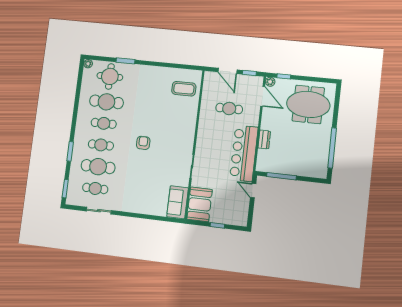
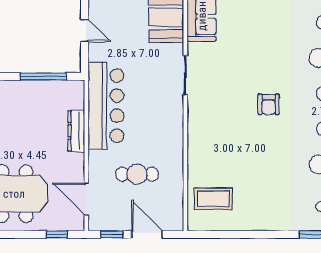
plant: (270, 82) -> (77, 224), removed
dresser: (264, 139) -> (76, 131), width x1.44
door: (253, 191) -> (85, 31), moved

